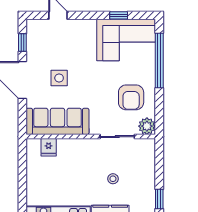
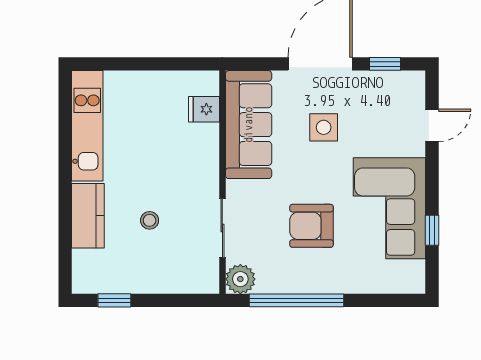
corner sofa: (126, 40) -> (389, 208), moved
window: (159, 61) -> (296, 300), moved
armchair: (131, 97) -> (311, 226), moved

